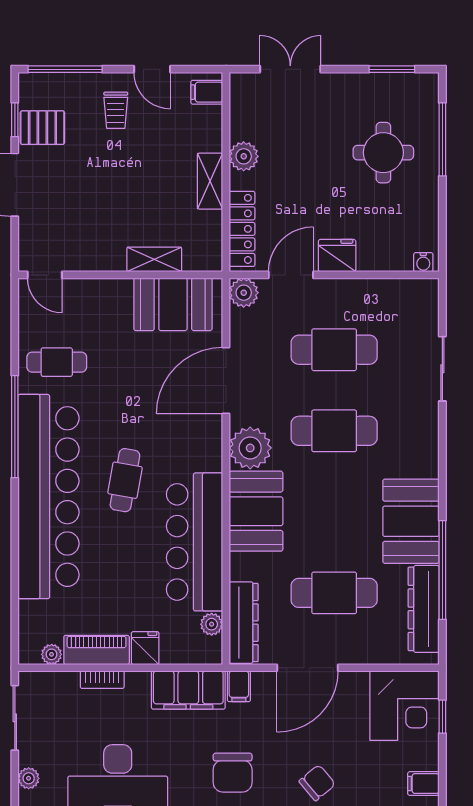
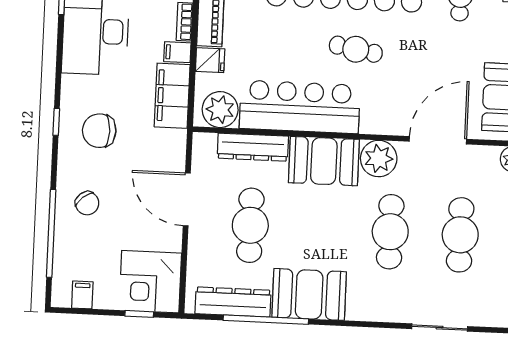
door: (226, 381) -> (438, 140), hinge flipped
dresser: (244, 623) -> (253, 147), moved
plant: (212, 624) -> (220, 110), width x1.87, depth x1.87
filing cabinet: (239, 686) -> (177, 52), moved

